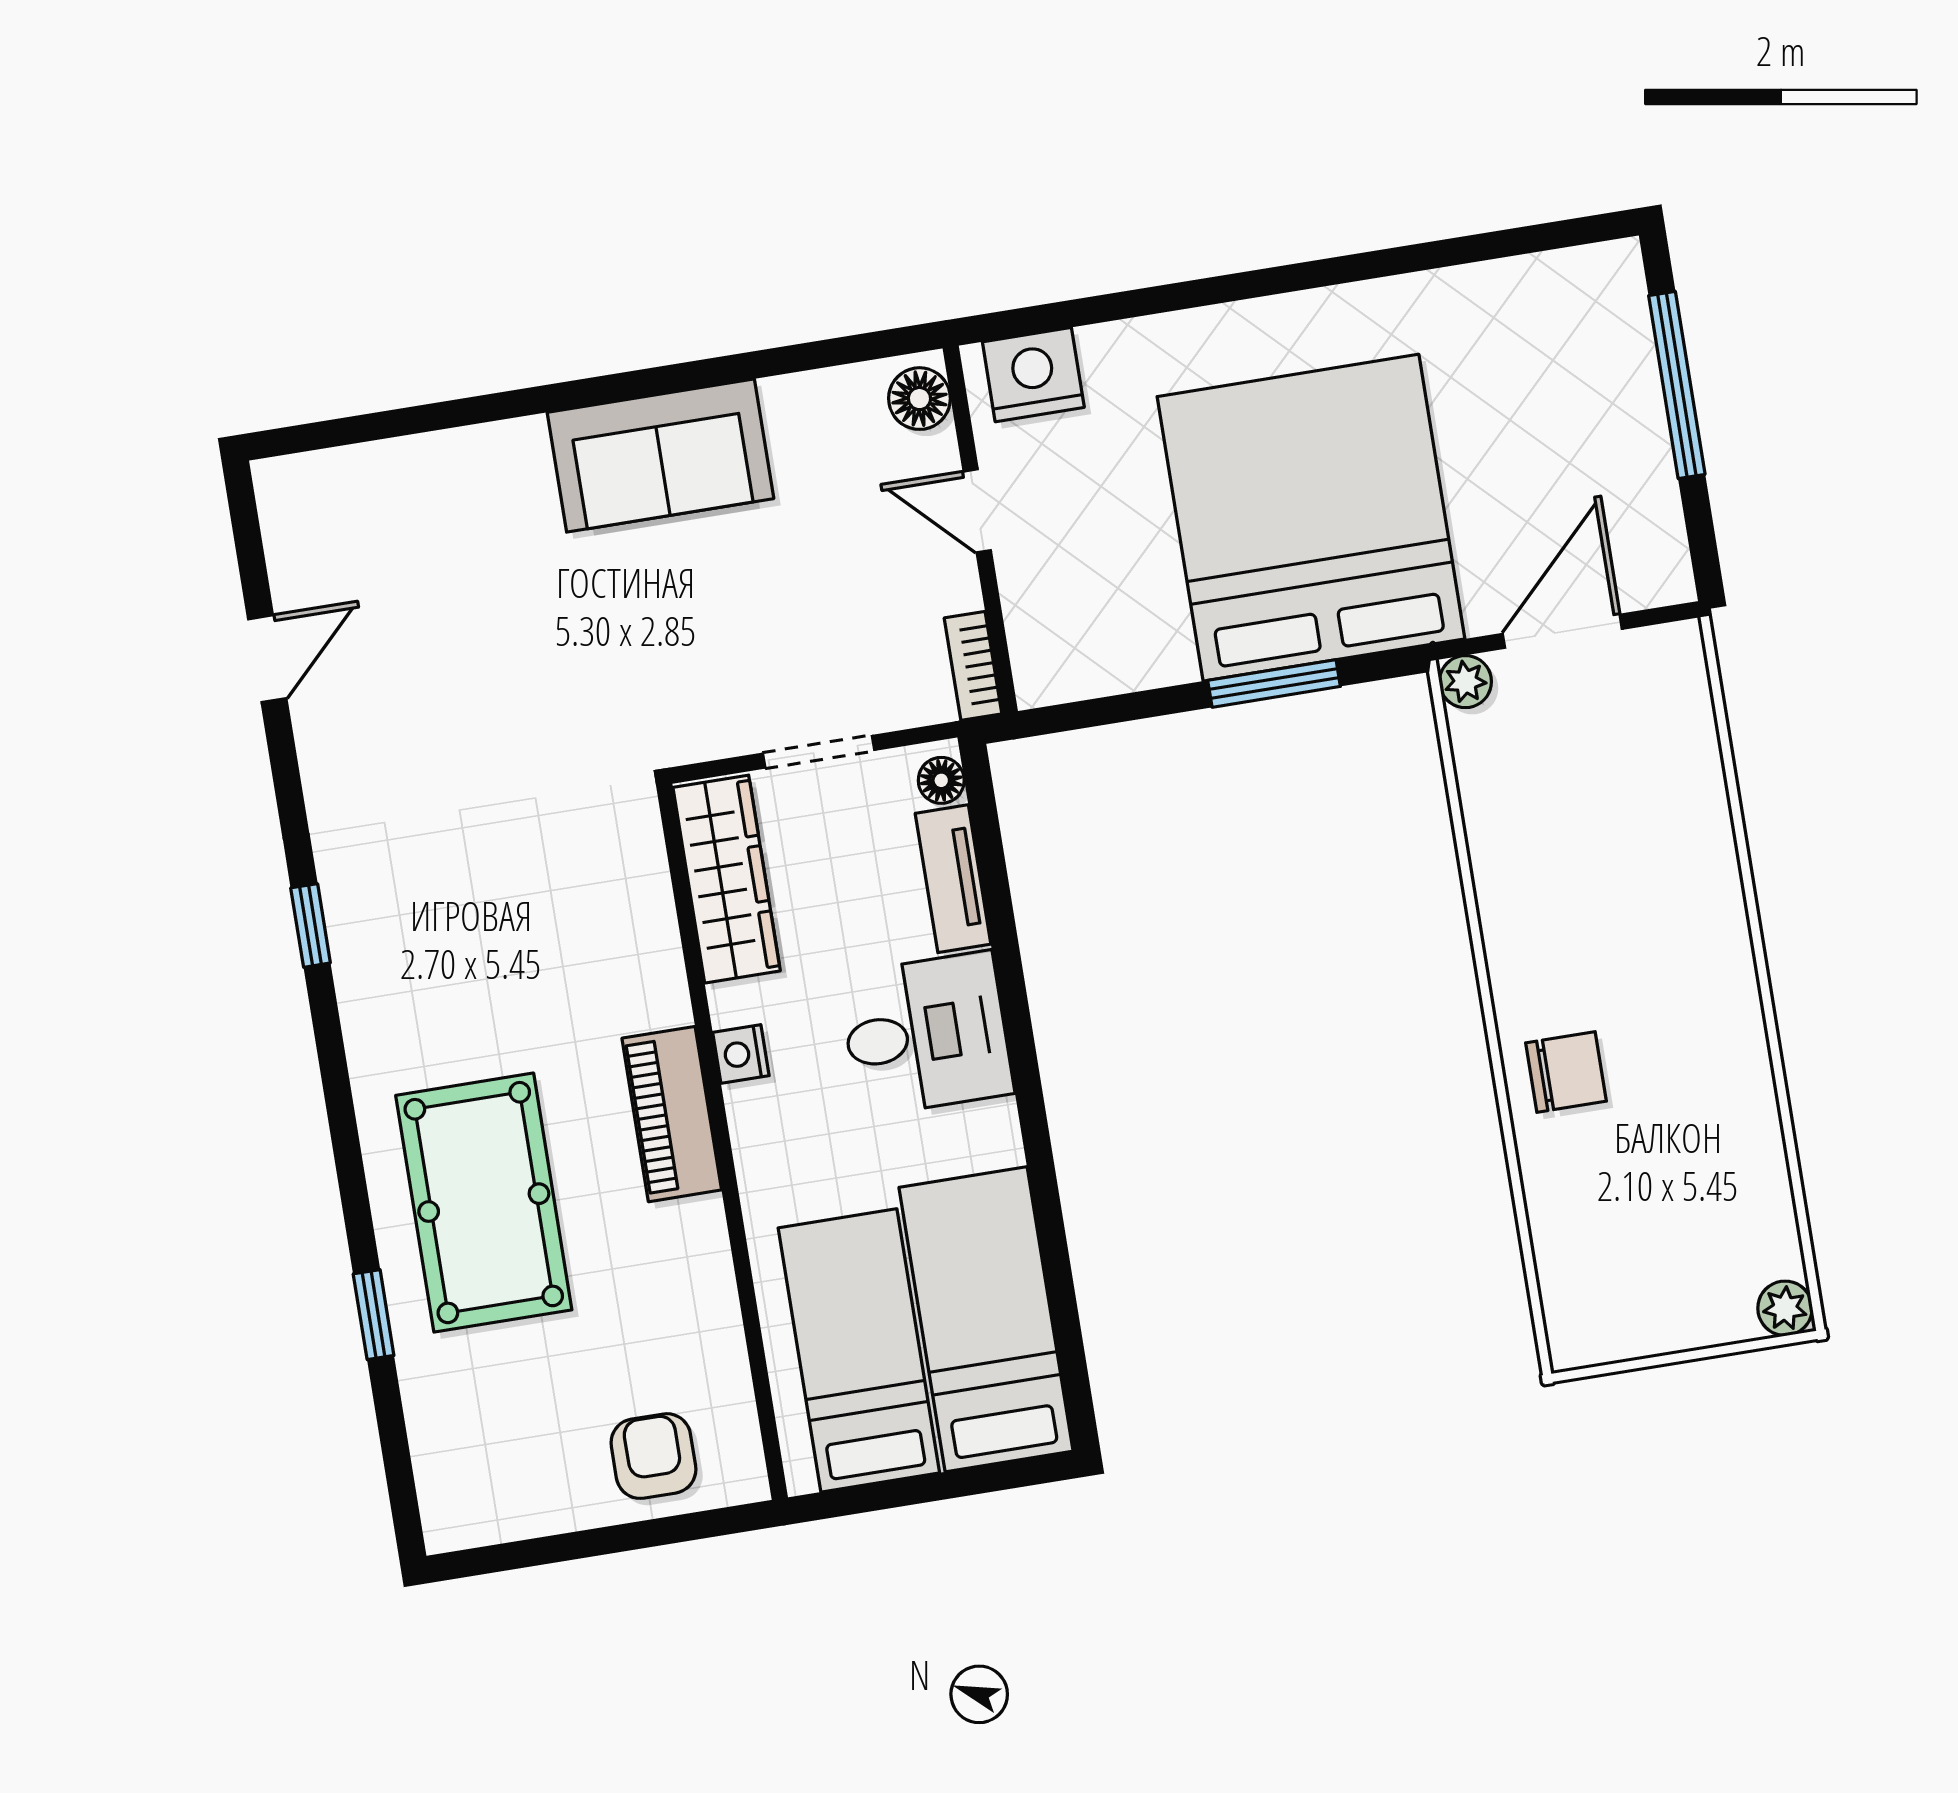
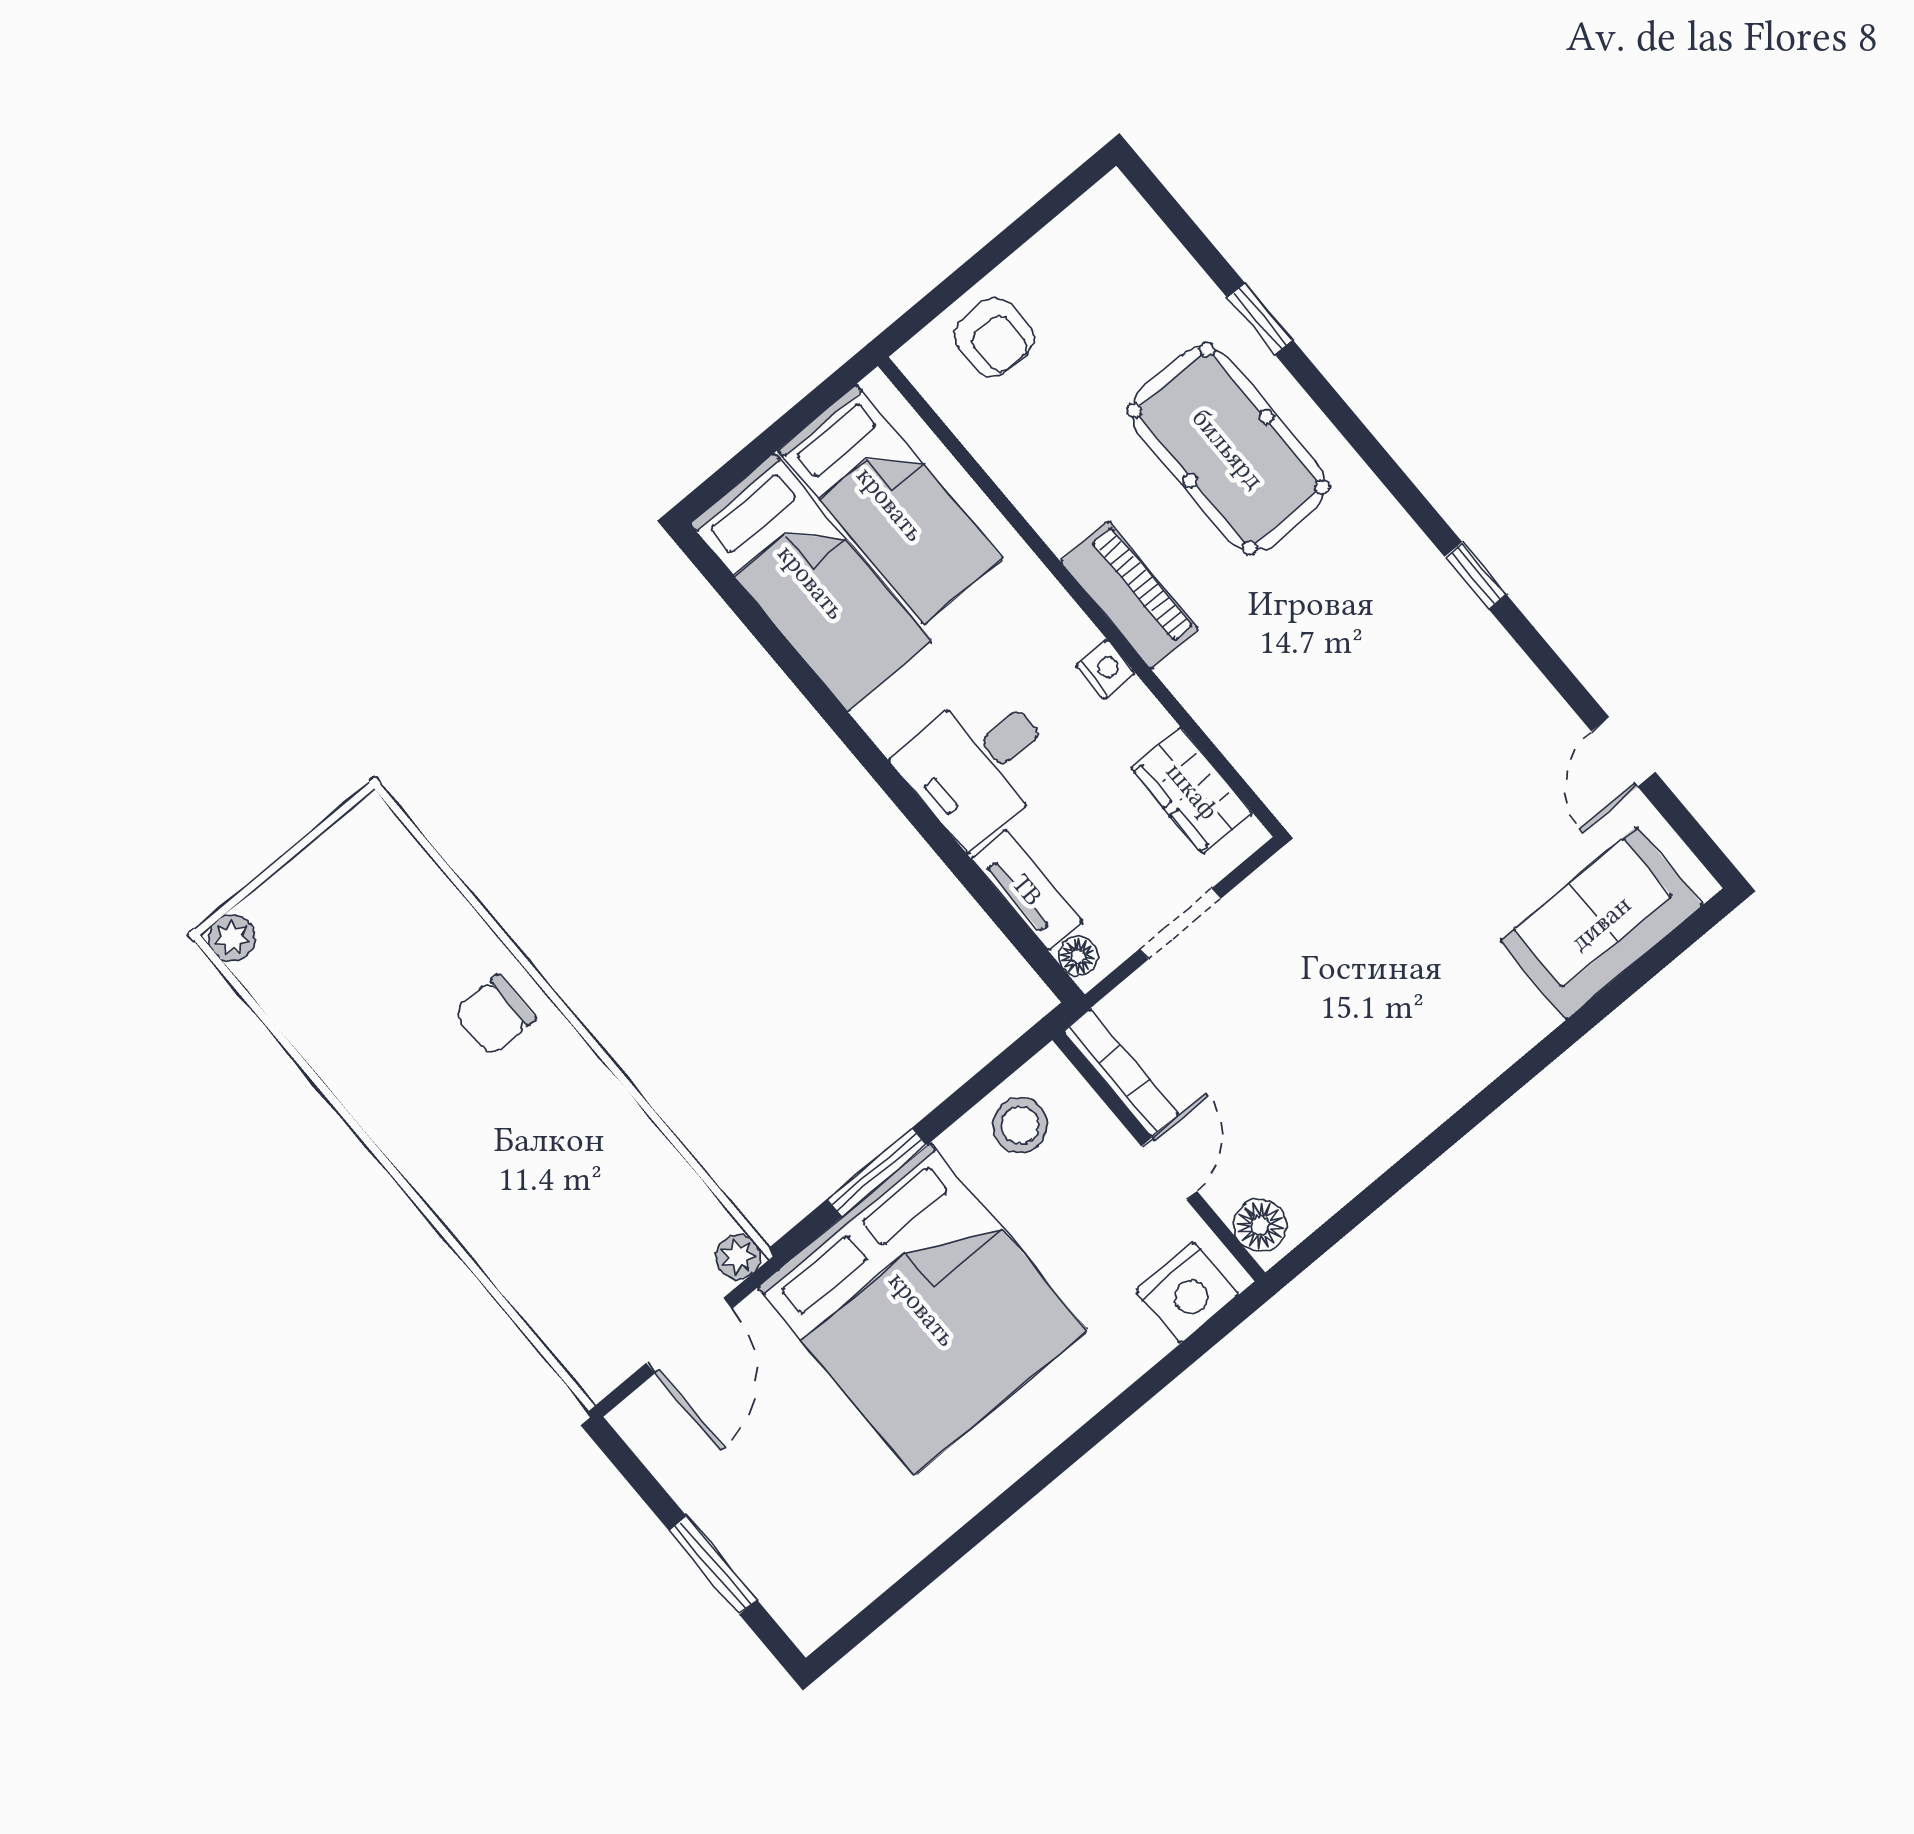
window: (1677, 385) -> (713, 1565), width x0.69
sofa: (660, 455) -> (1601, 923), moved
door: (977, 511) -> (1169, 1169), hinge flipped
stool: (1102, 645) -> (1020, 1125), added
bookcase: (973, 666) -> (1121, 1073), width x1.56
wardrobe: (727, 879) -> (1192, 791), width x0.67

